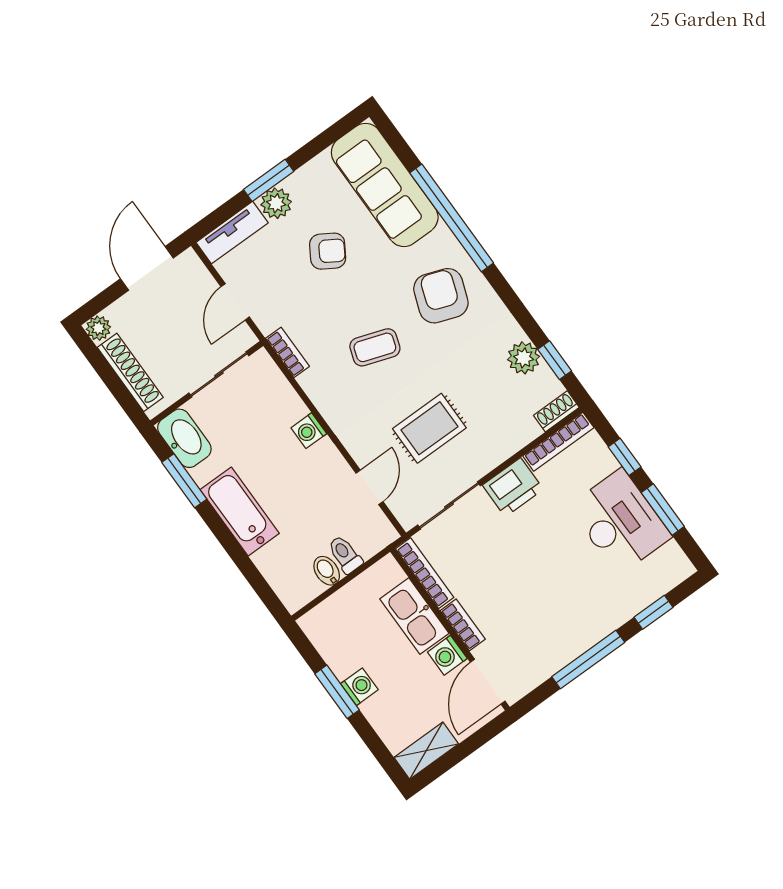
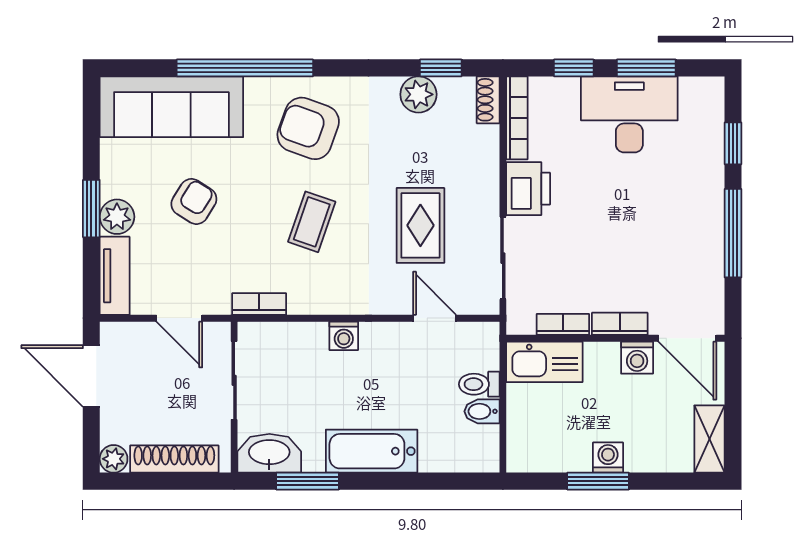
bookcase: (425, 573) -> (563, 324), width x0.64
kitchen sink: (414, 616) -> (544, 362), moved

